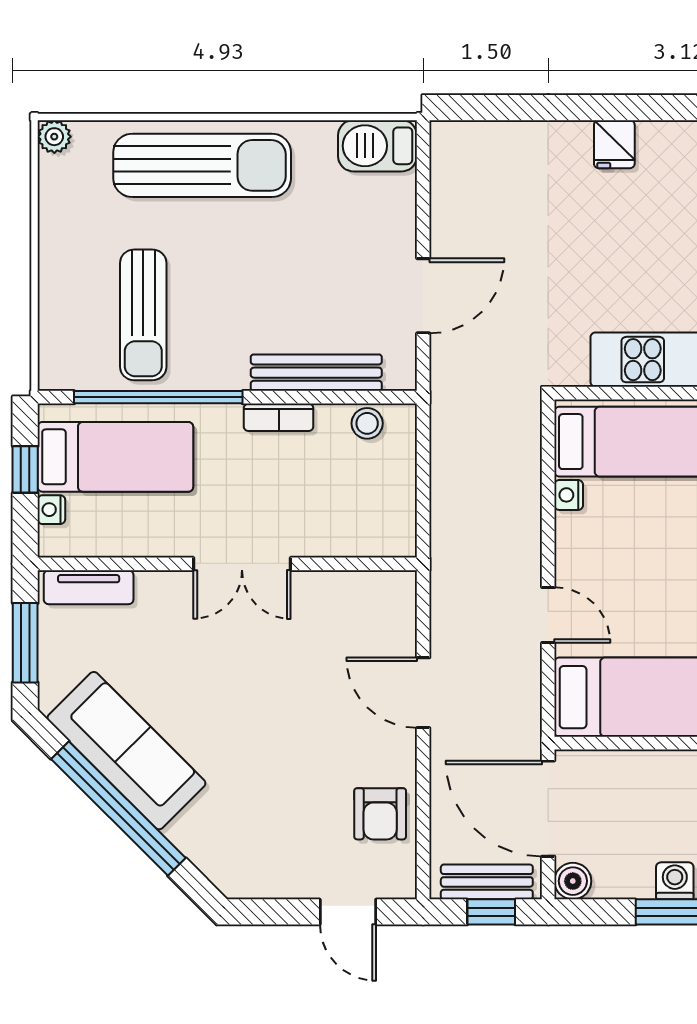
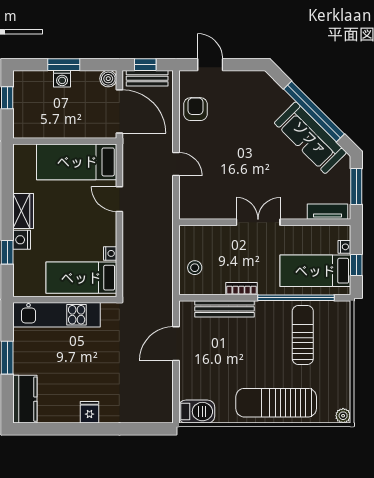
stool: (367, 423) -> (195, 268), moved
door: (423, 693) -> (176, 164), width x0.73

